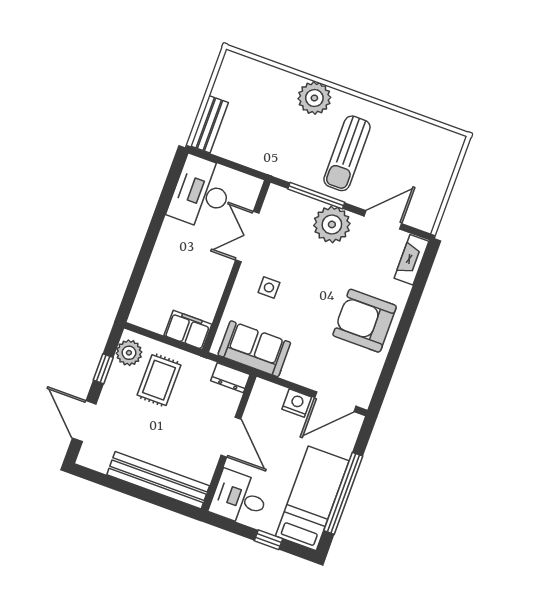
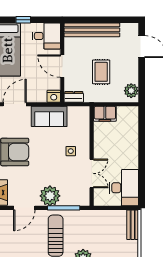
sofa: (254, 349) -> (49, 116), moved
window: (103, 369) -> (142, 77), removed
rug: (159, 380) -> (101, 72), moved
nightstand: (297, 403) -> (54, 96), moved

